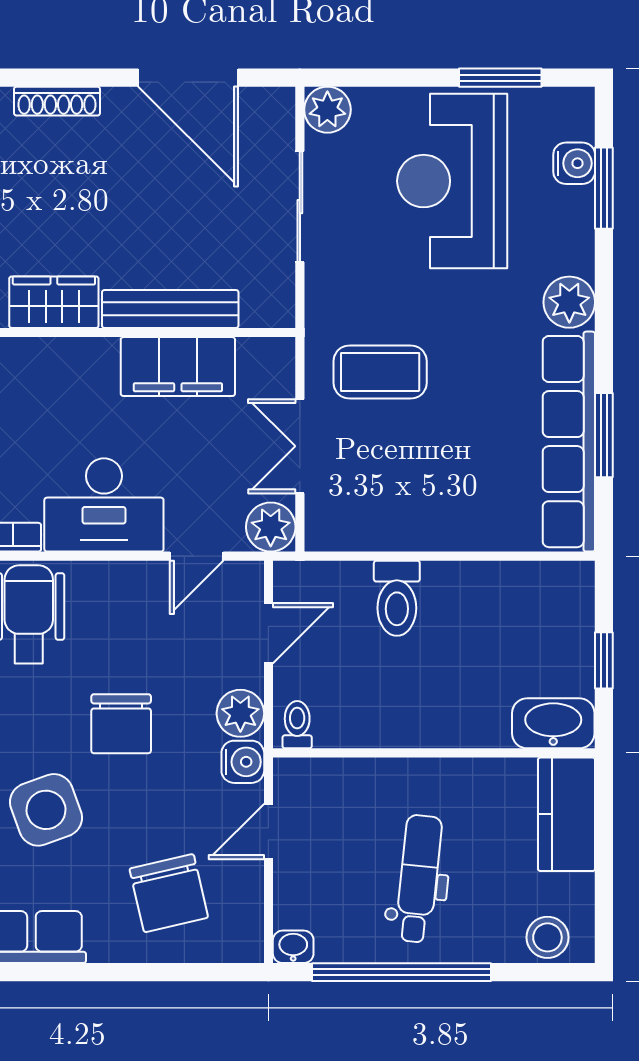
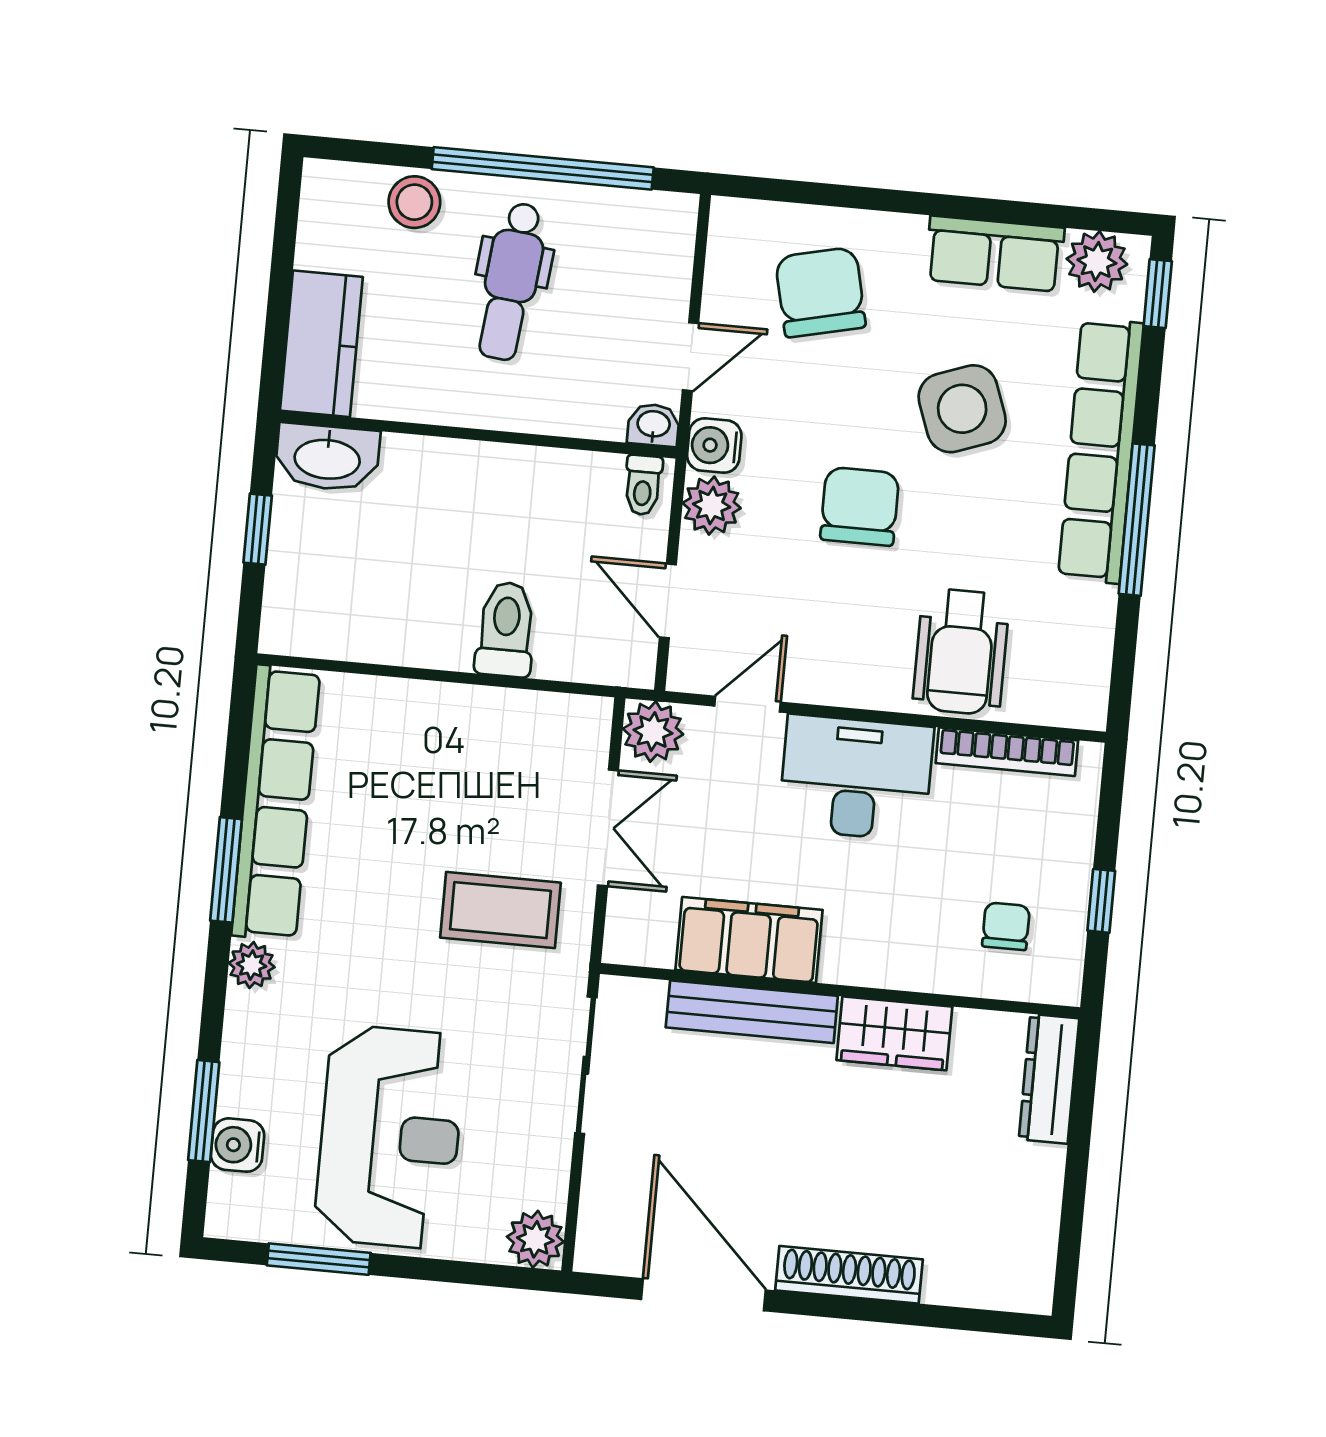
shoe rack: (57, 101) -> (849, 1275), width x1.36, depth x1.24
sliding door: (300, 207) -> (586, 1065), moved
plant: (569, 302) -> (252, 965), width x0.73, depth x0.73
window: (604, 435) -> (226, 870), moved
door: (268, 633) -> (668, 601), hinge flipped
stool: (547, 937) -> (414, 202), moved
washbasin: (293, 947) -> (653, 425), moved, turned 180

